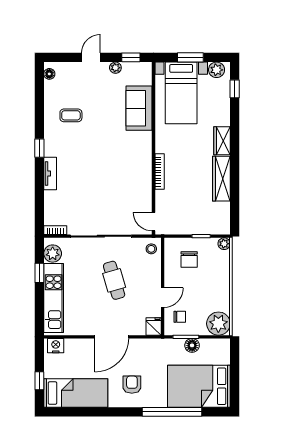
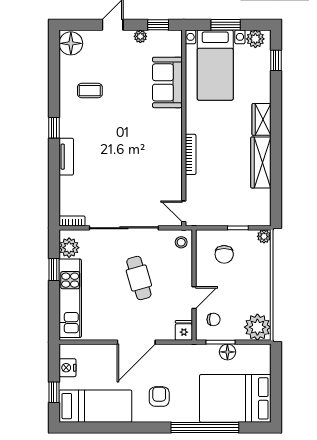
floor lamp: (49, 74) -> (71, 43), width x1.89, depth x1.89
nightstand: (56, 346) -> (67, 368), moved, turned -90

